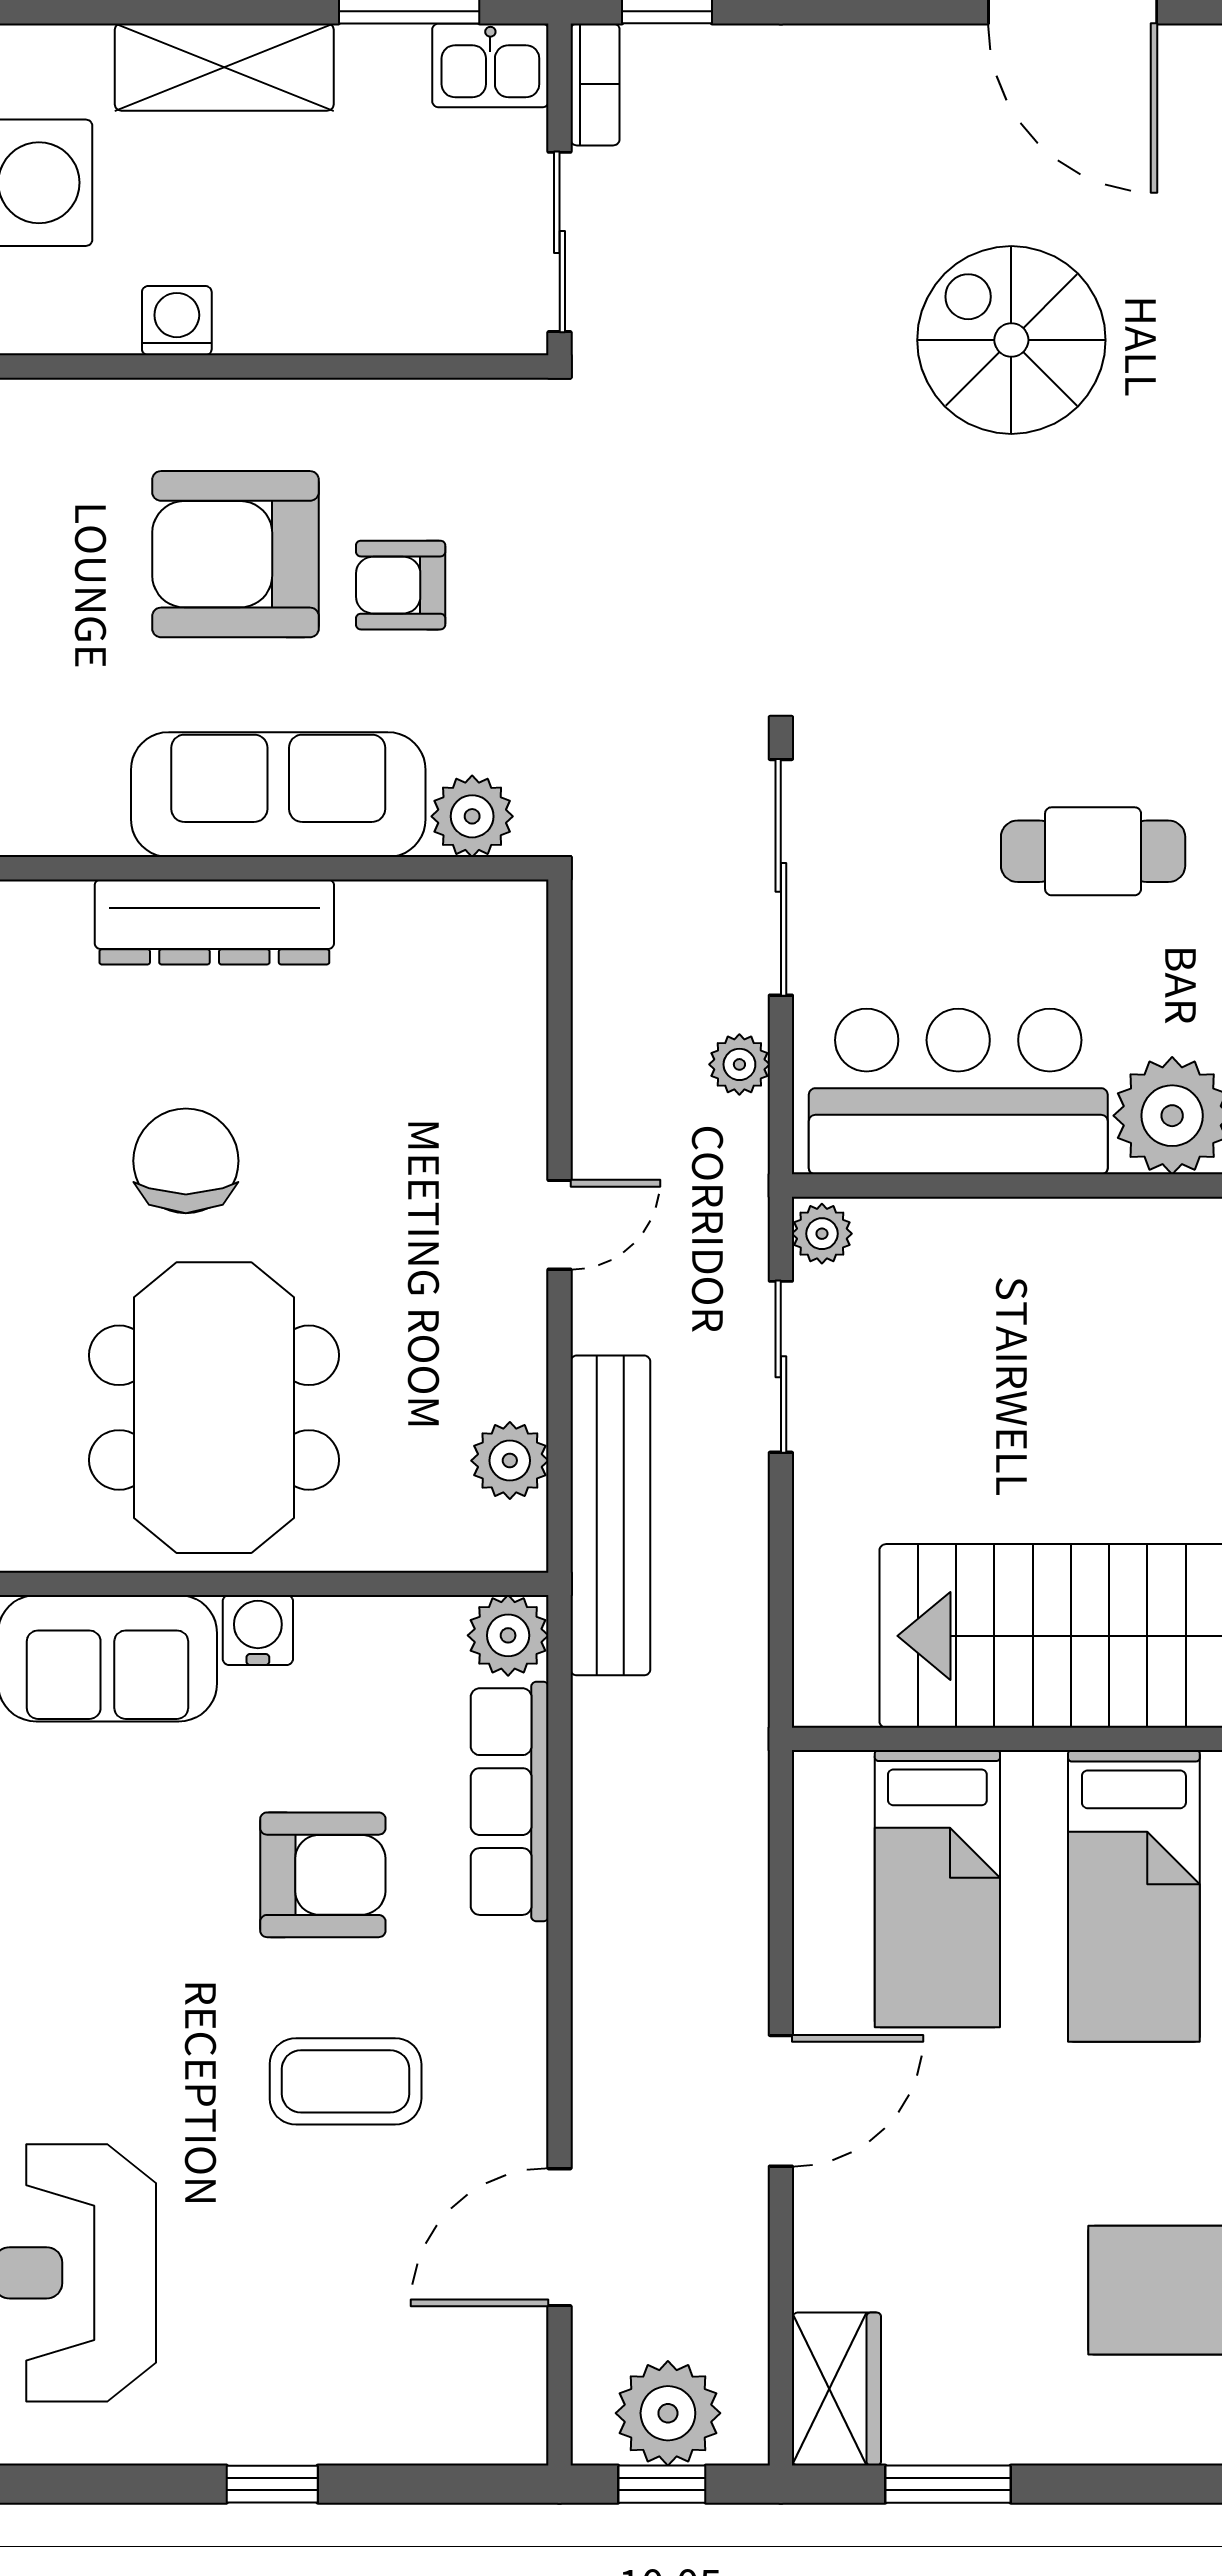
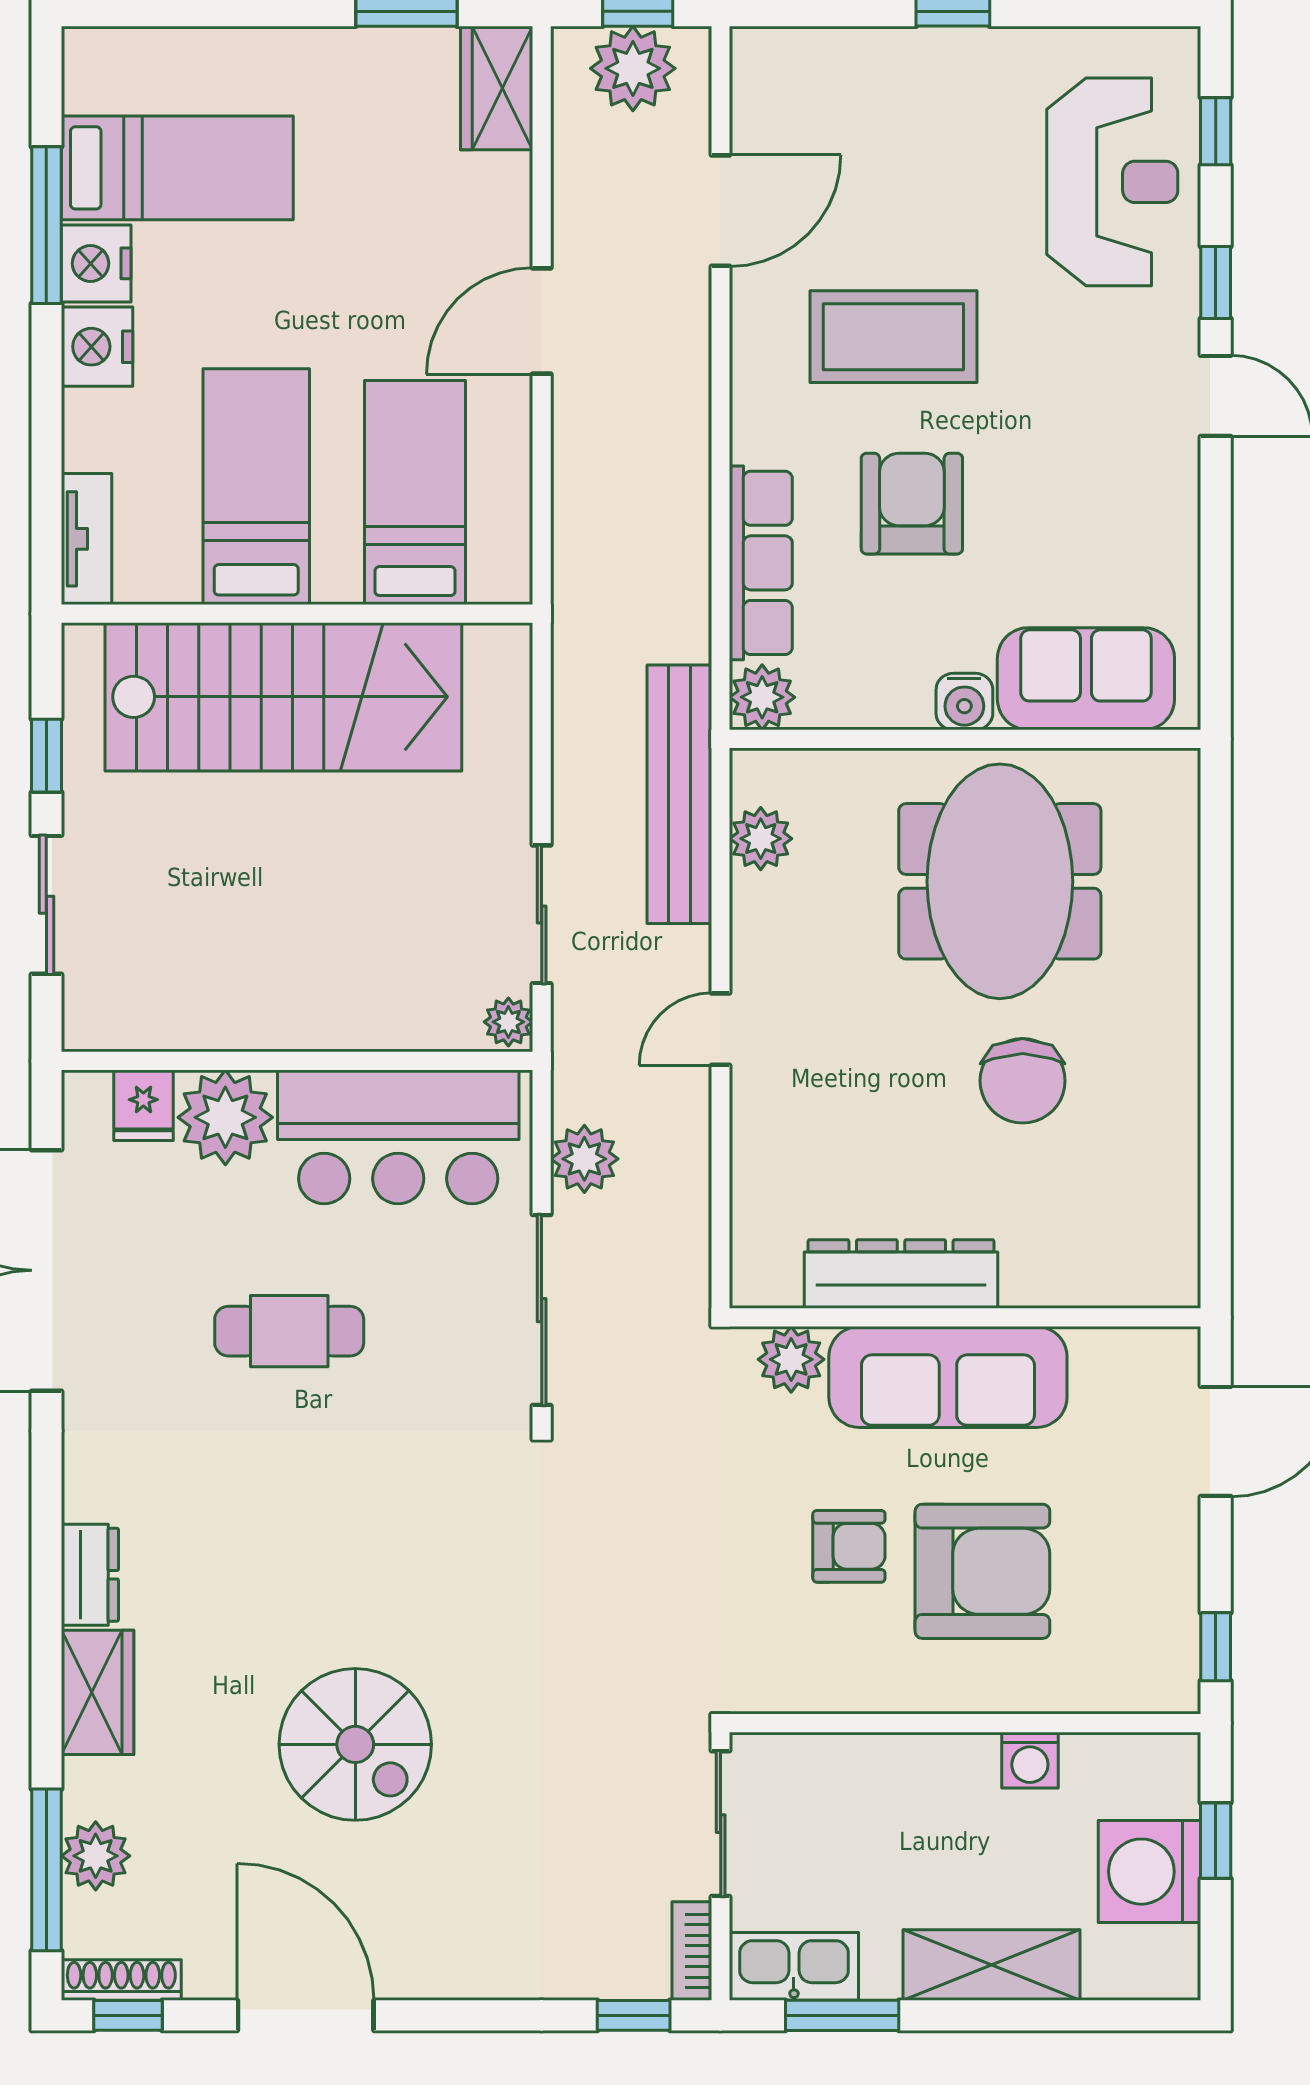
kitchen sink: (490, 65) -> (794, 1966), width x1.38
dresser: (214, 922) -> (901, 1274), moved
plant: (739, 1064) -> (584, 1159), width x1.38, depth x1.38
armchair: (323, 1875) -> (912, 504), turned 90
coffee table: (346, 2081) -> (893, 337), width x1.36, depth x1.32

